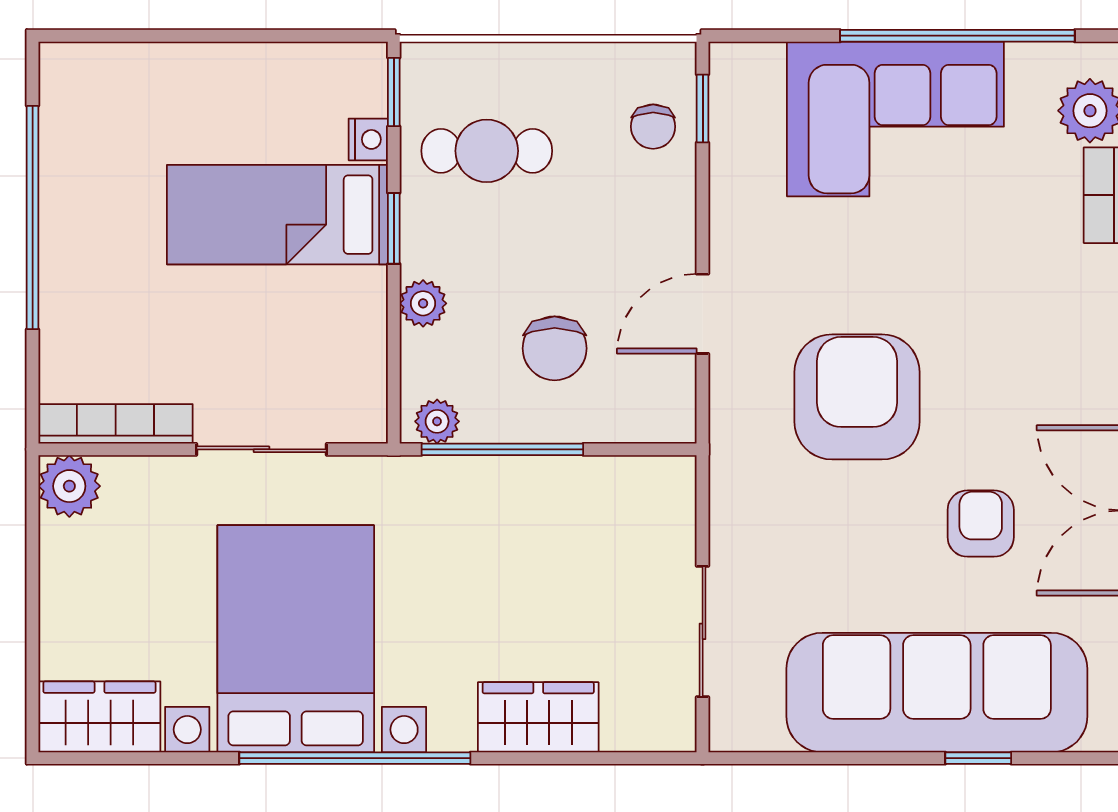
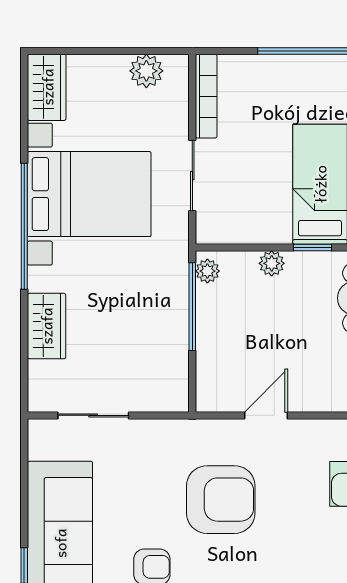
door: (703, 314) -> (266, 415), hinge flipped
chair: (555, 348) -> (247, 335), removed
plant: (69, 486) -> (146, 71), moved

